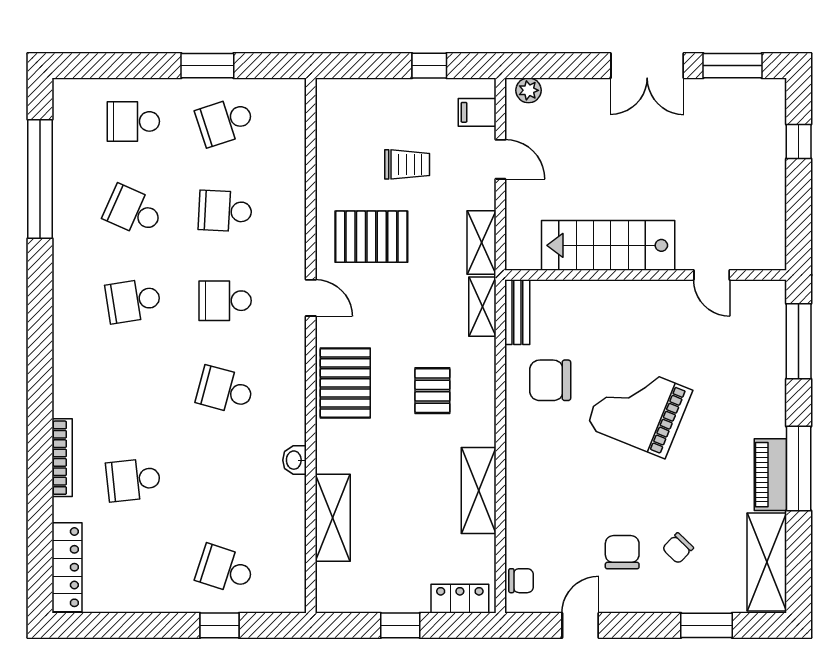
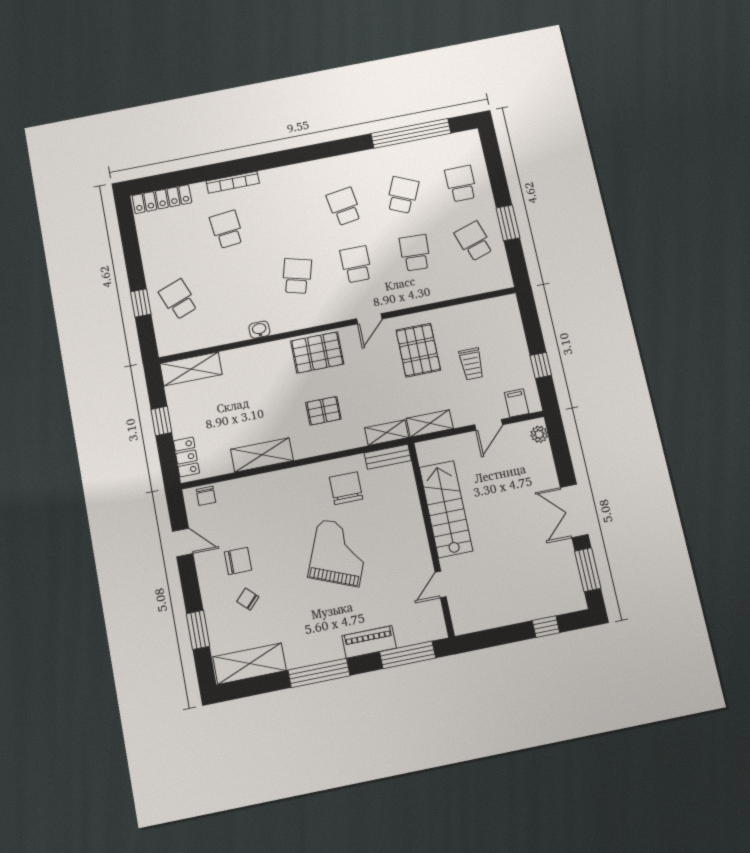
piano: (770, 475) -> (369, 642), moved
shelving: (333, 518) -> (191, 369), moved
school desk: (225, 569) -> (178, 299), turned -39

